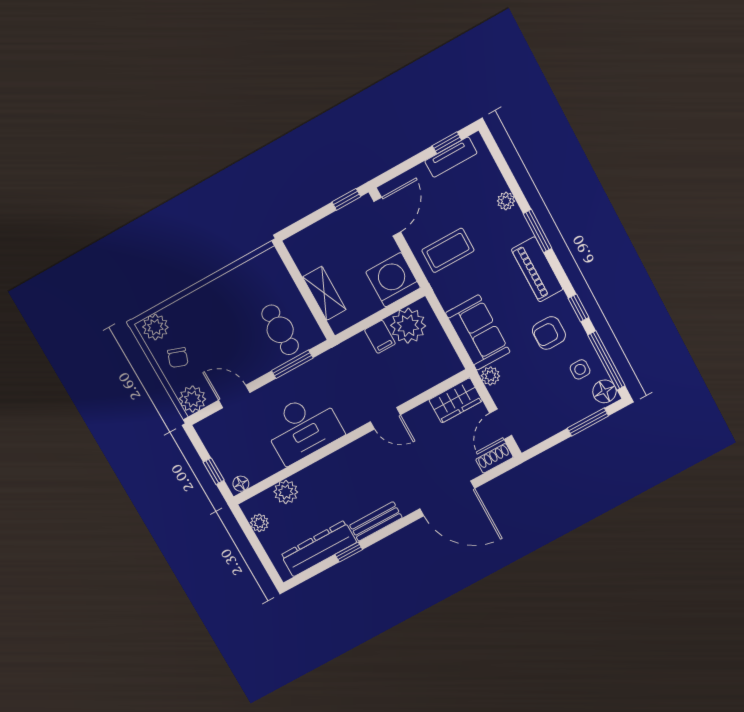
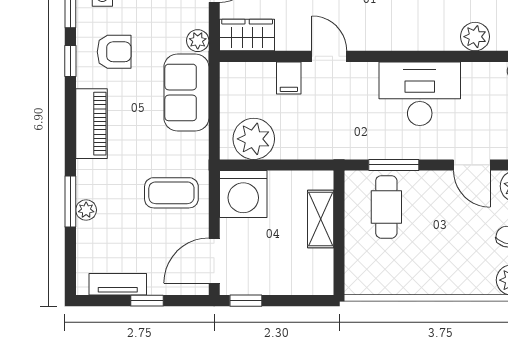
window: (447, 143) -> (147, 301), moved
window: (538, 231) -> (70, 201), moved
filing cabinet: (380, 337) -> (289, 78), moved, turned 180

